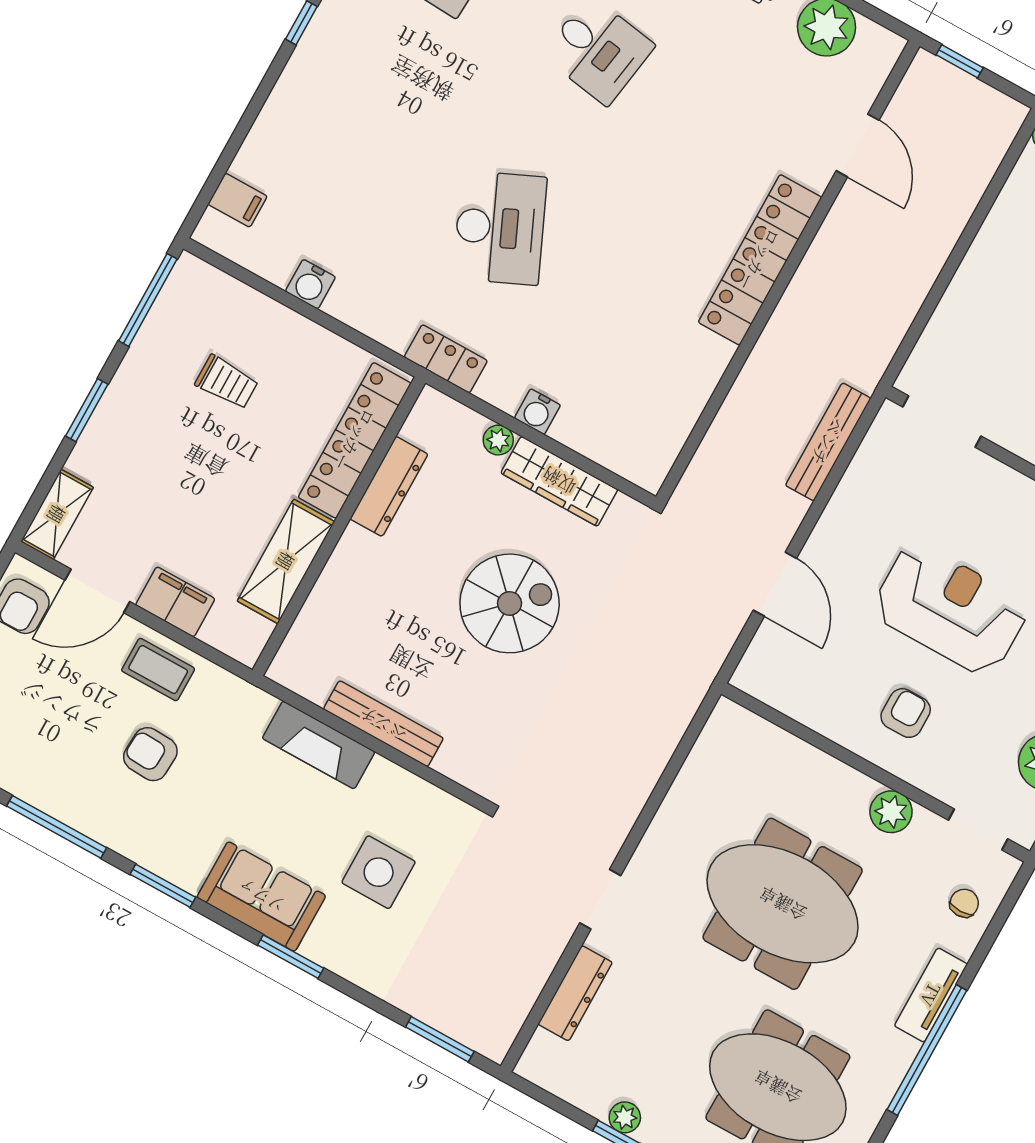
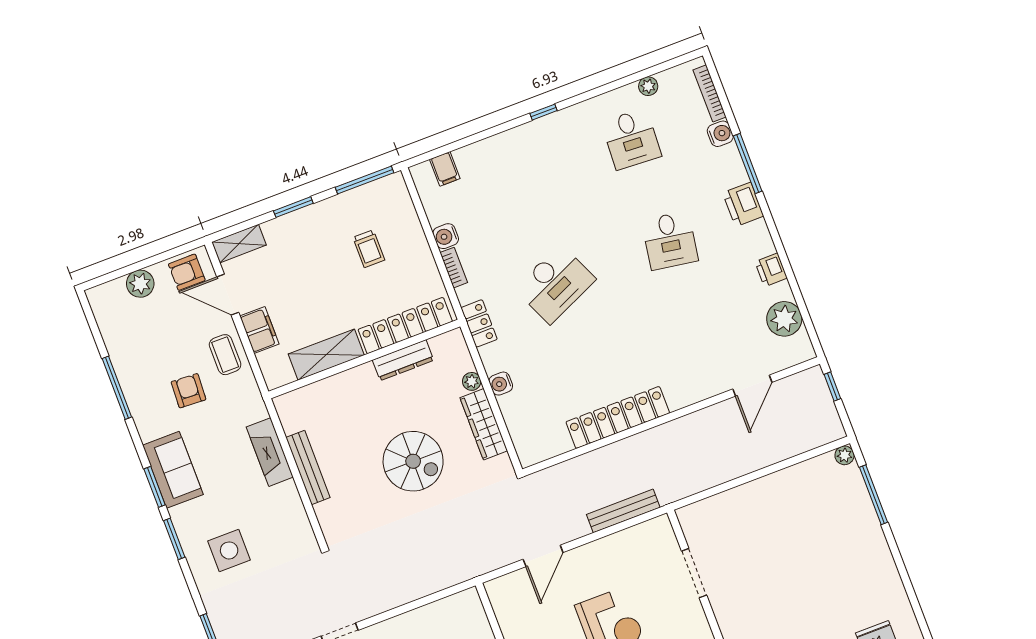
locker: (760, 260) -> (618, 417), moved
bookcase: (354, 315) -> (454, 268), added
doorway: (942, 421) -> (694, 573), moved
side table: (379, 872) -> (229, 550), moved
window: (163, 886) -> (155, 487), moved
sofa: (261, 896) -> (173, 470), moved

